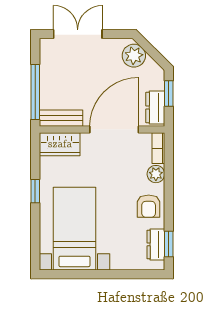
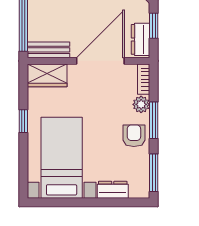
window: (169, 190) -> (154, 120), added
armchair: (149, 206) -> (134, 136), turned 180
dresser: (156, 244) -> (113, 190), moved, turned 90
window: (169, 244) -> (154, 173), width x1.50

